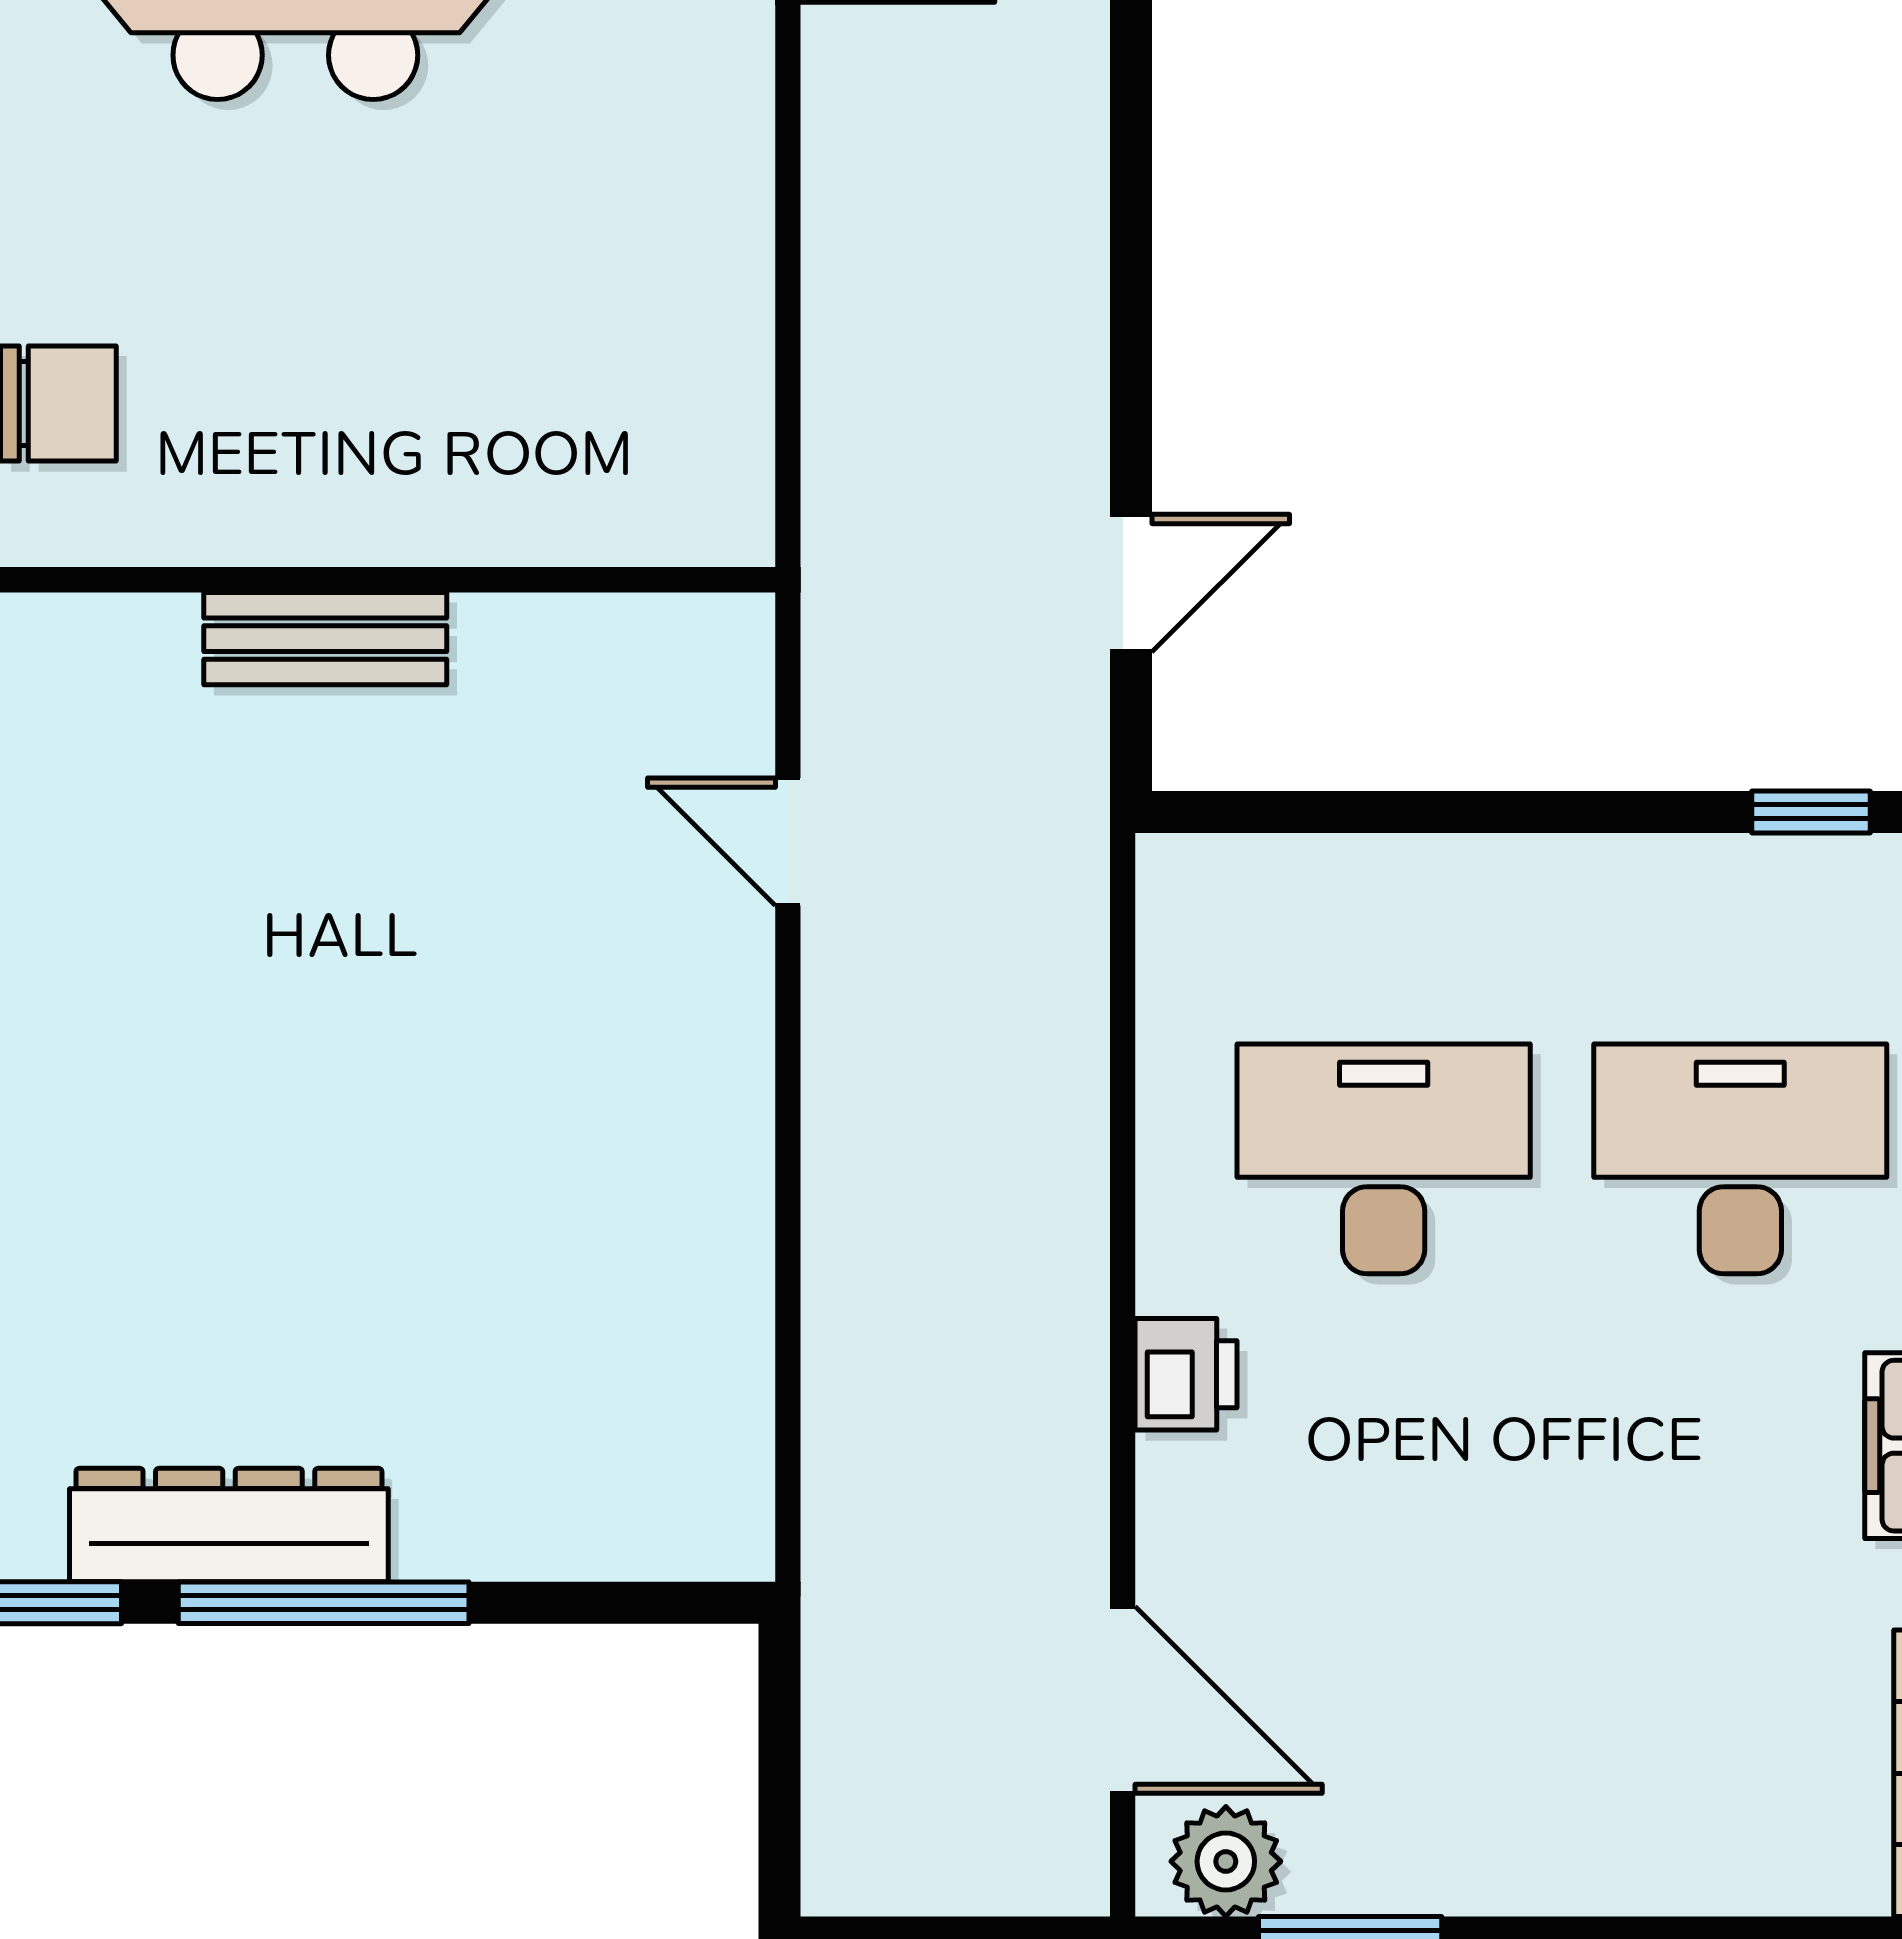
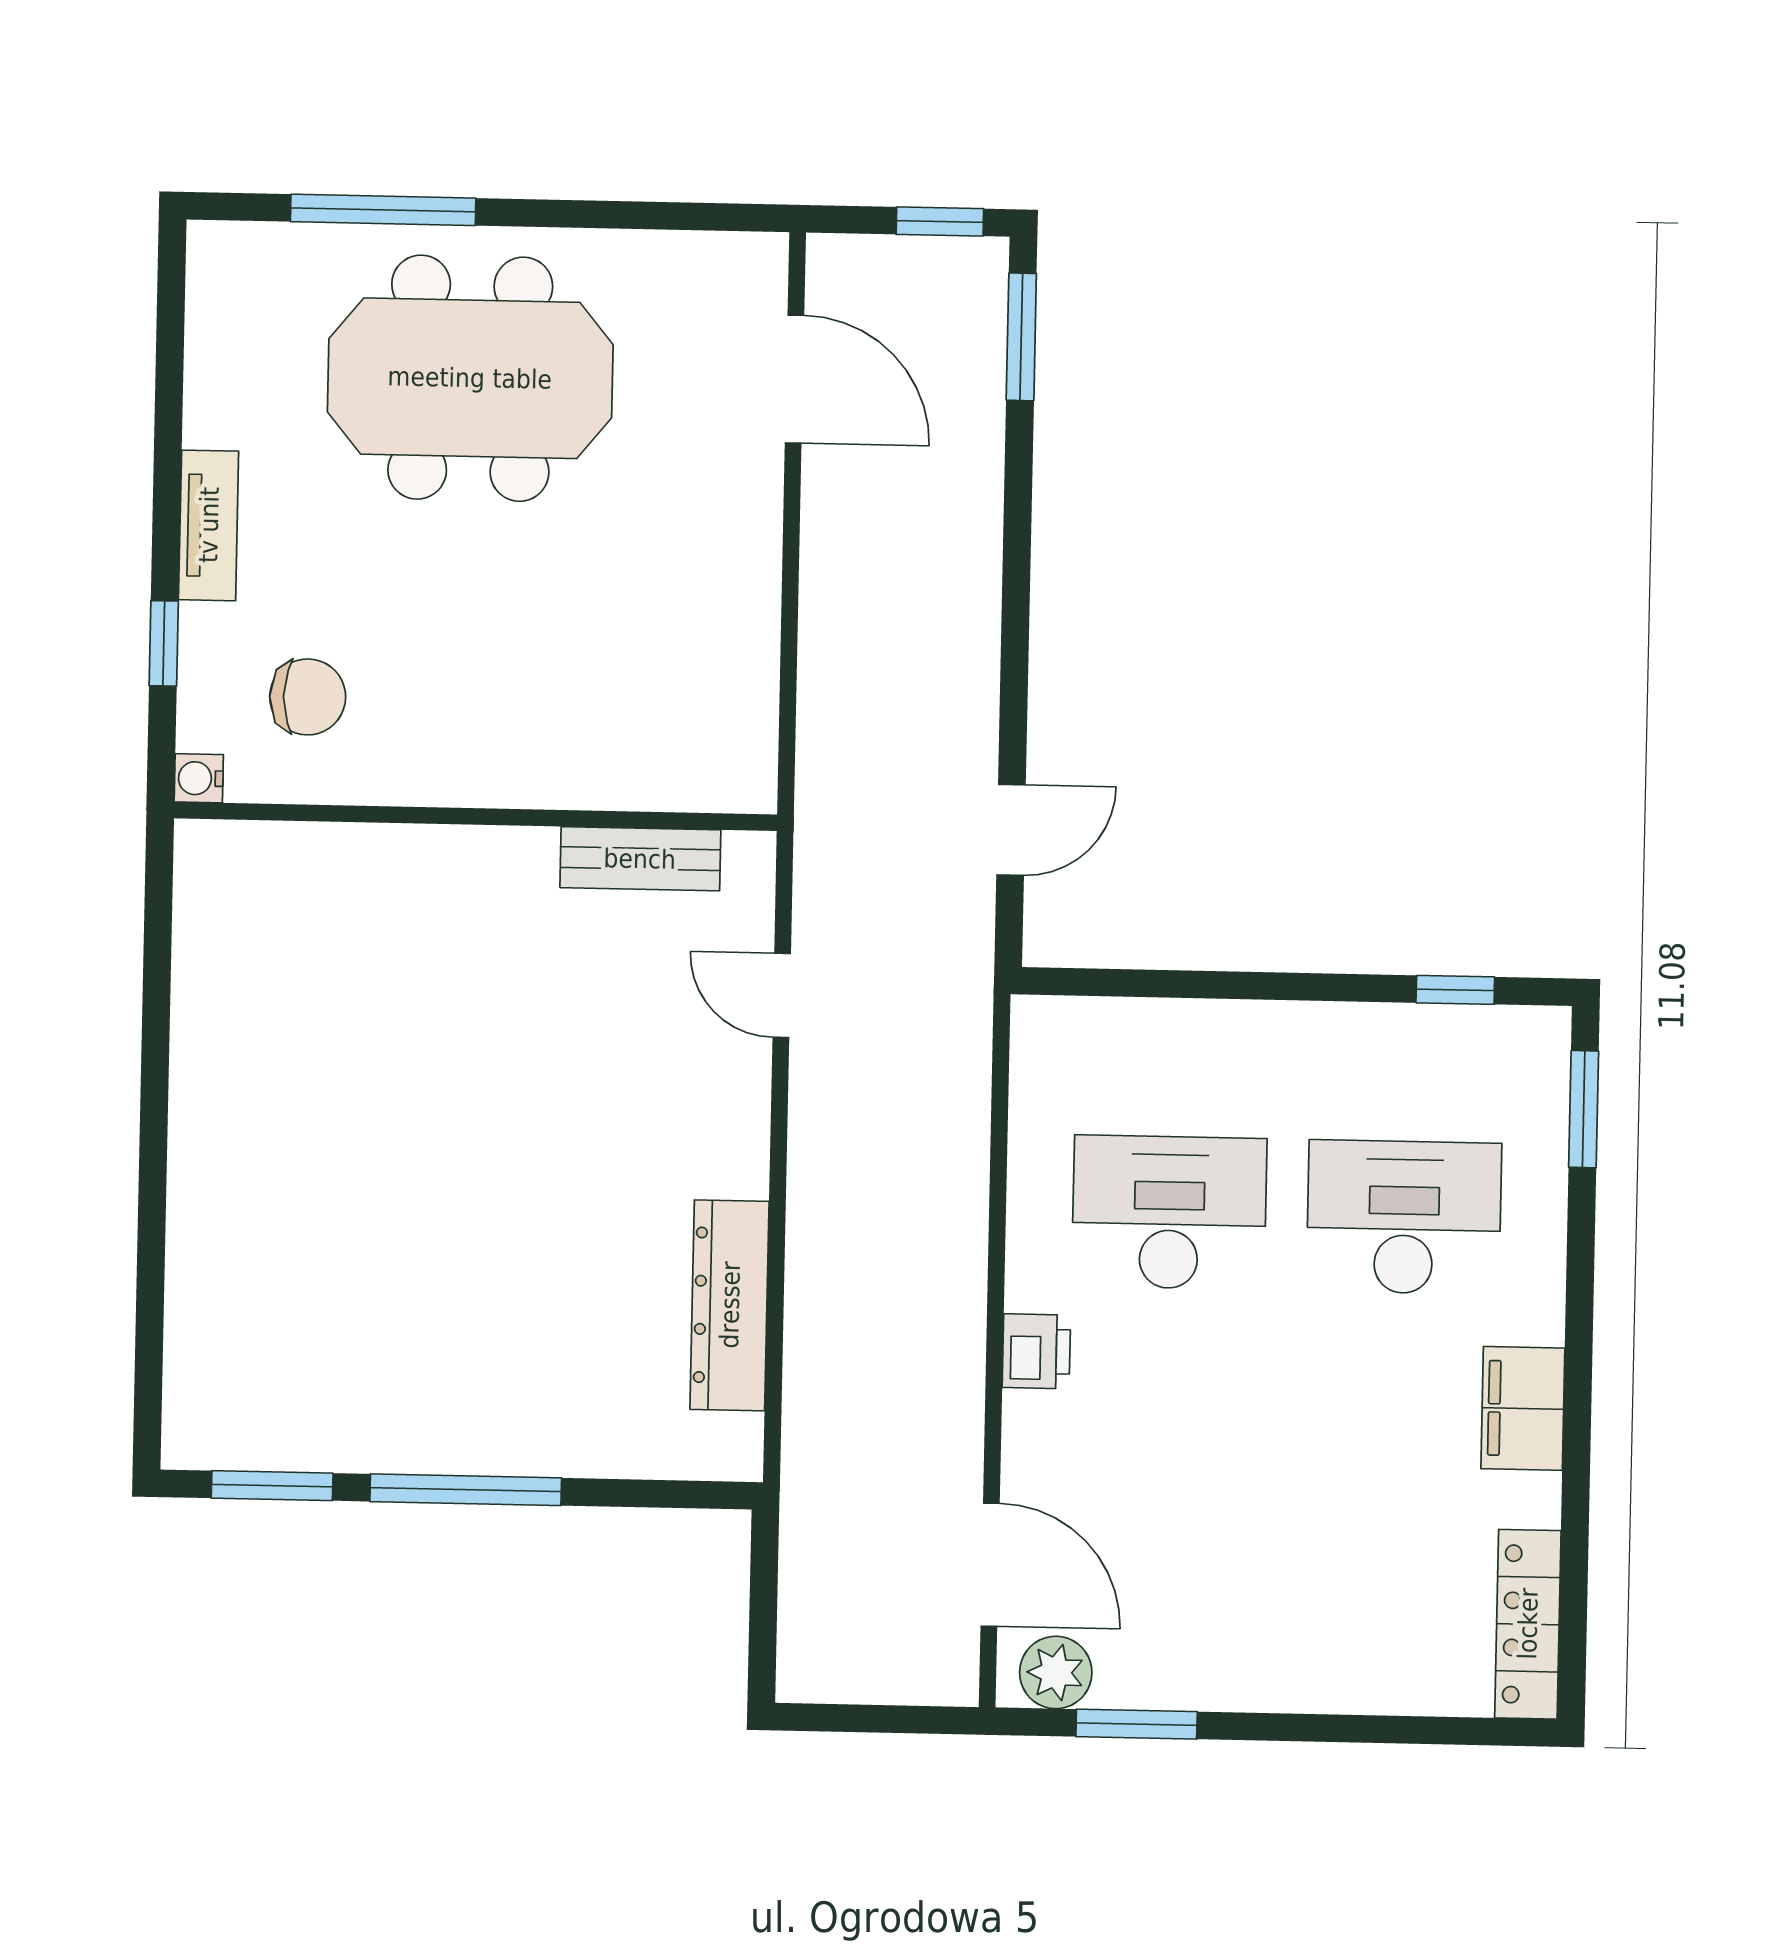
bench: (325, 639) -> (640, 859), moved
dresser: (229, 1525) -> (730, 1305), moved, turned -90

